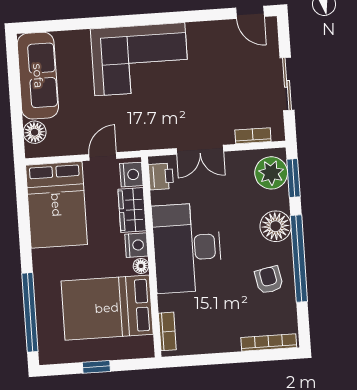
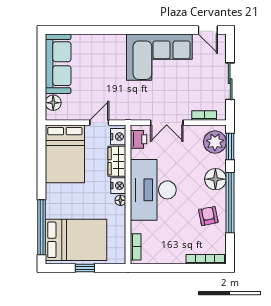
corner sofa: (140, 59) -> (159, 57), moved
bed: (107, 308) -> (76, 240), moved, turned 180

